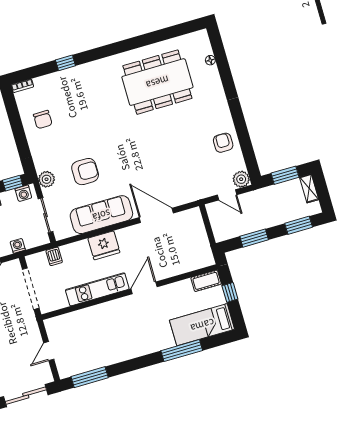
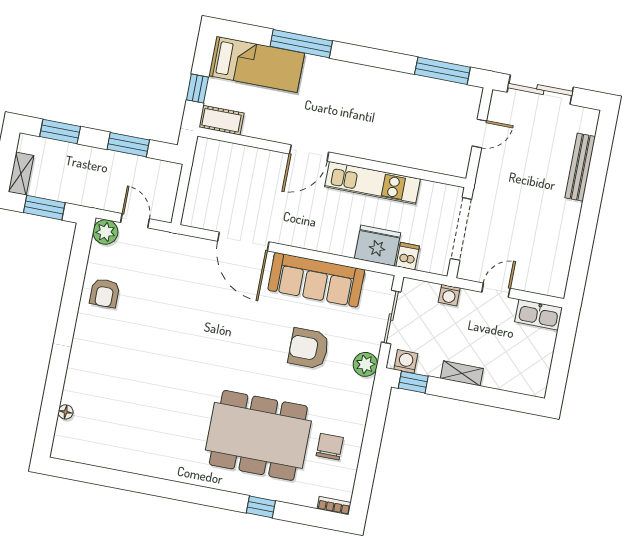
dining table: (157, 82) -> (258, 435), moved
fridge: (104, 245) -> (378, 246), moved

